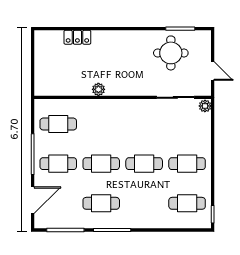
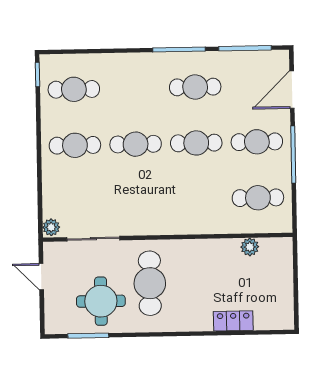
cafe table: (136, 65) -> (150, 283), added
plant: (98, 89) -> (250, 247), moved

